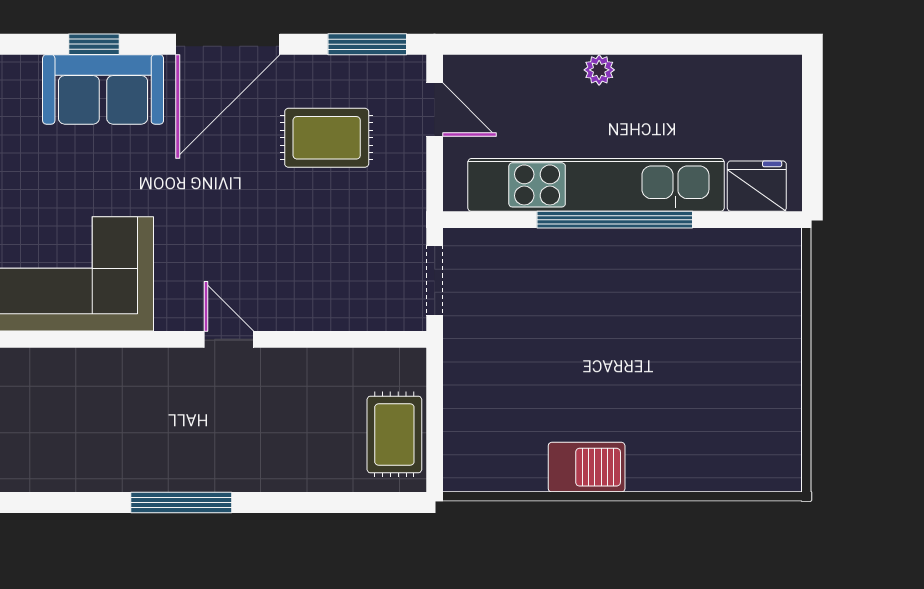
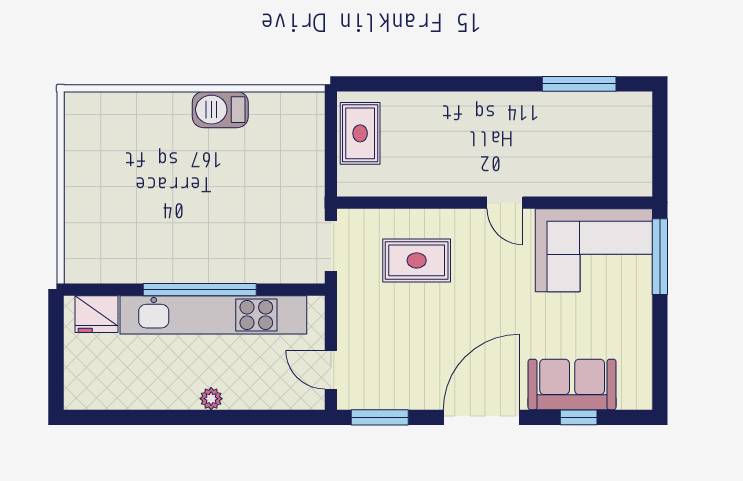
rug: (327, 138) -> (417, 260), moved
door: (229, 339) -> (505, 203), moved
window: (181, 502) -> (579, 84), moved

